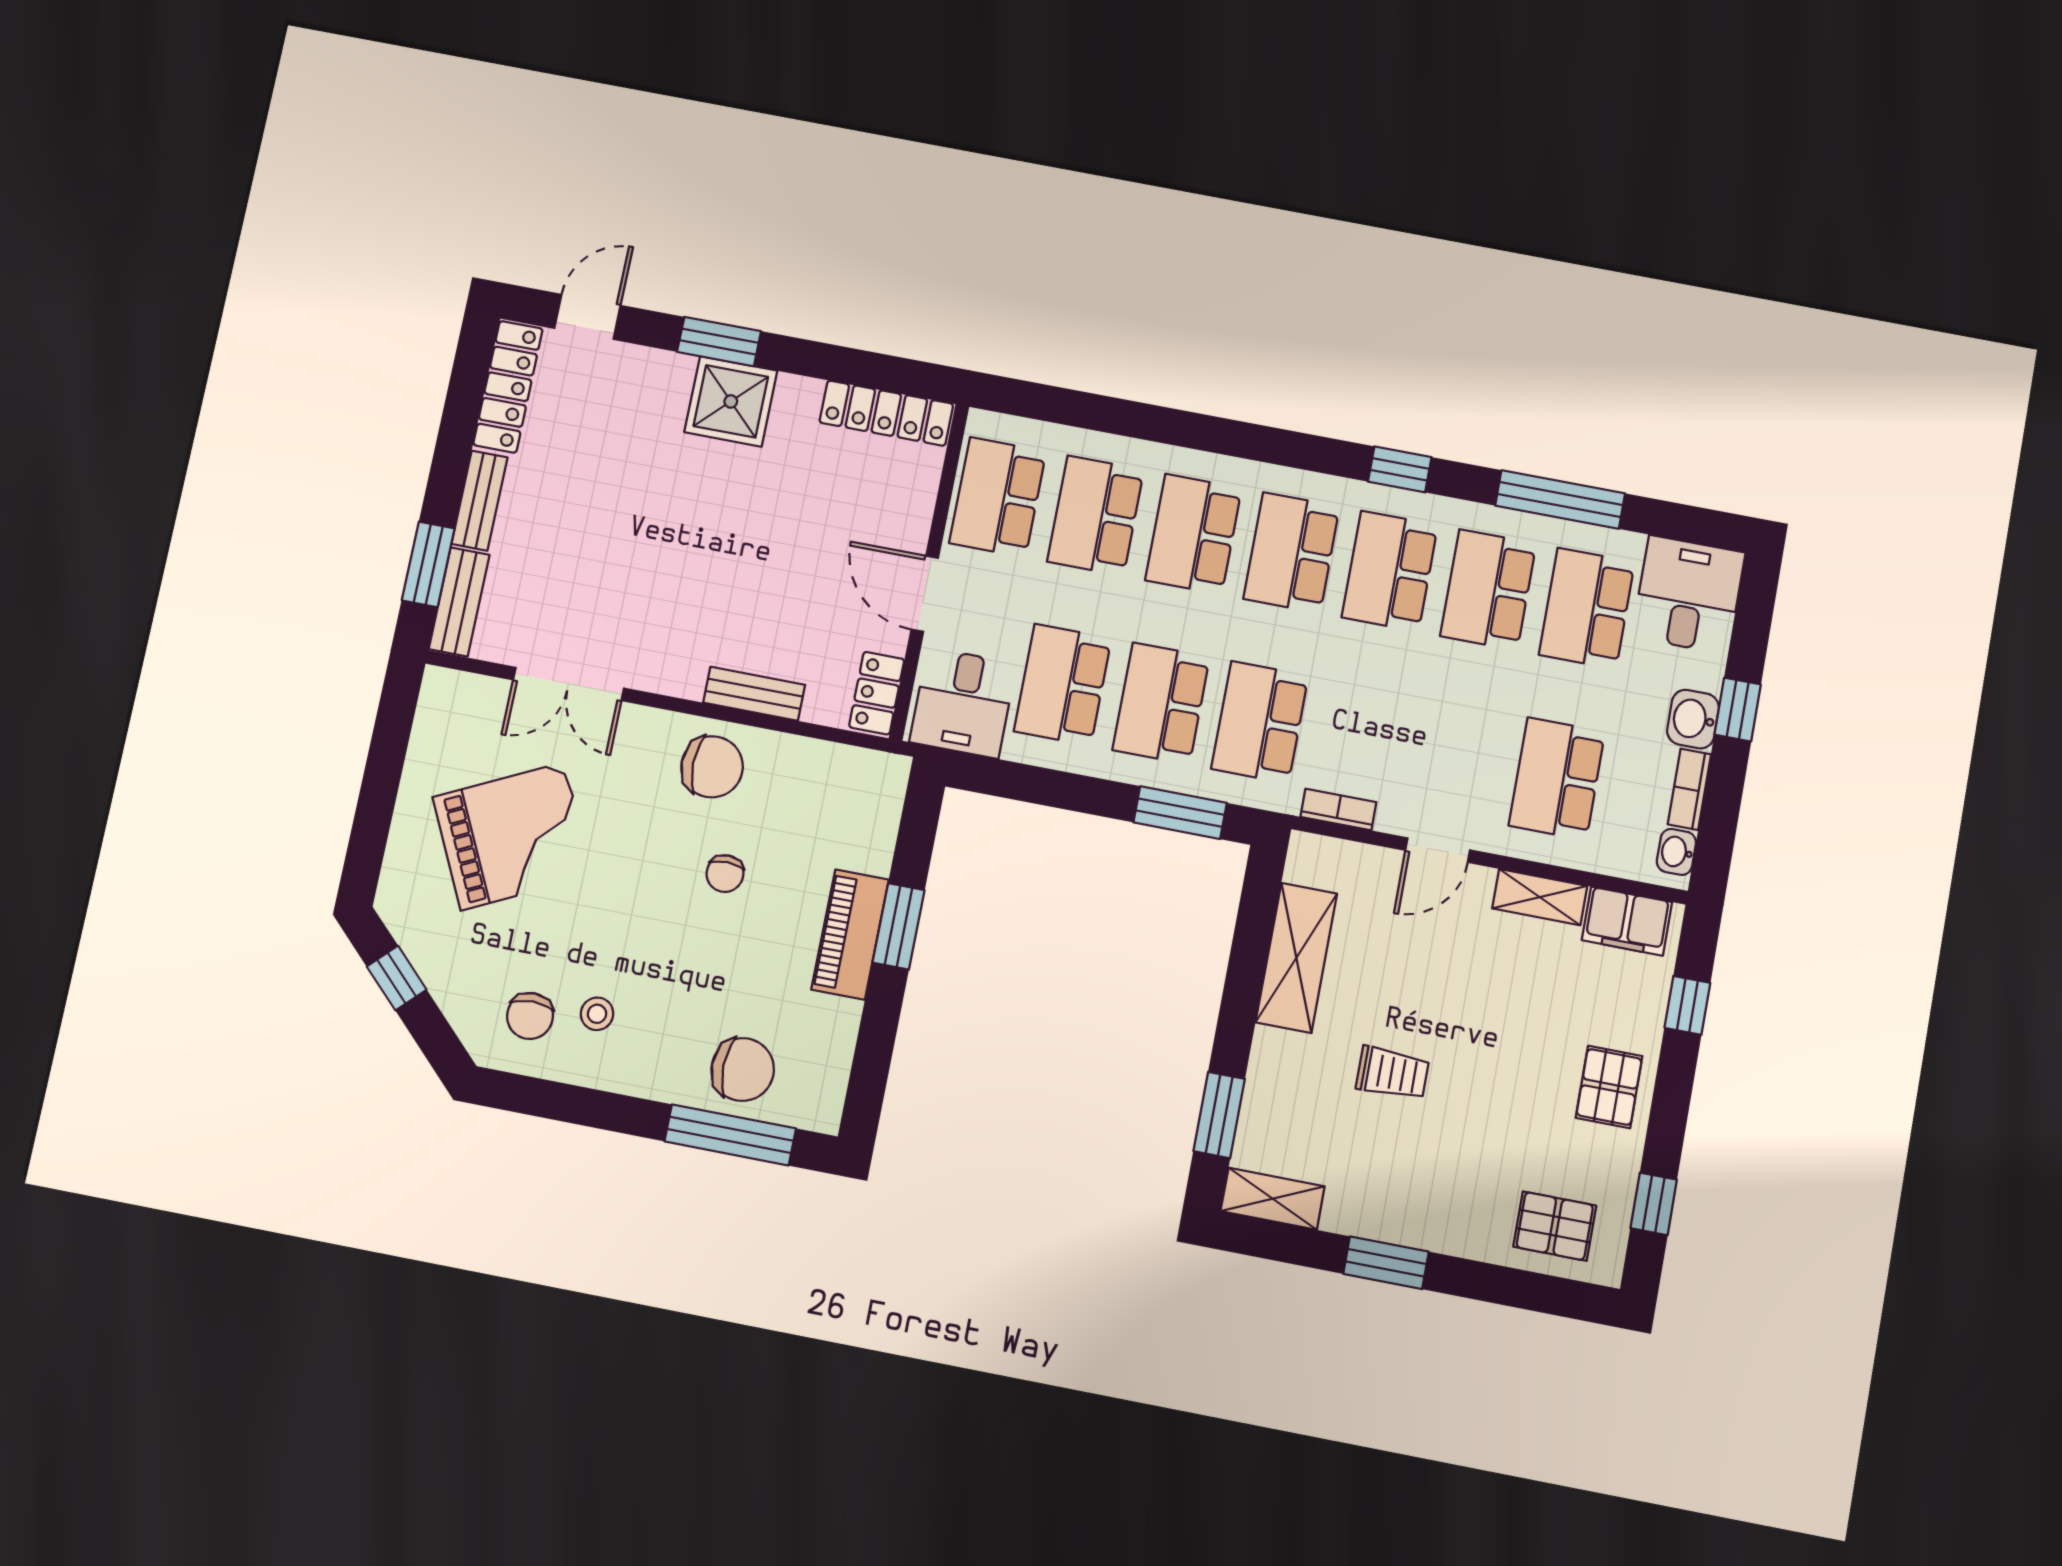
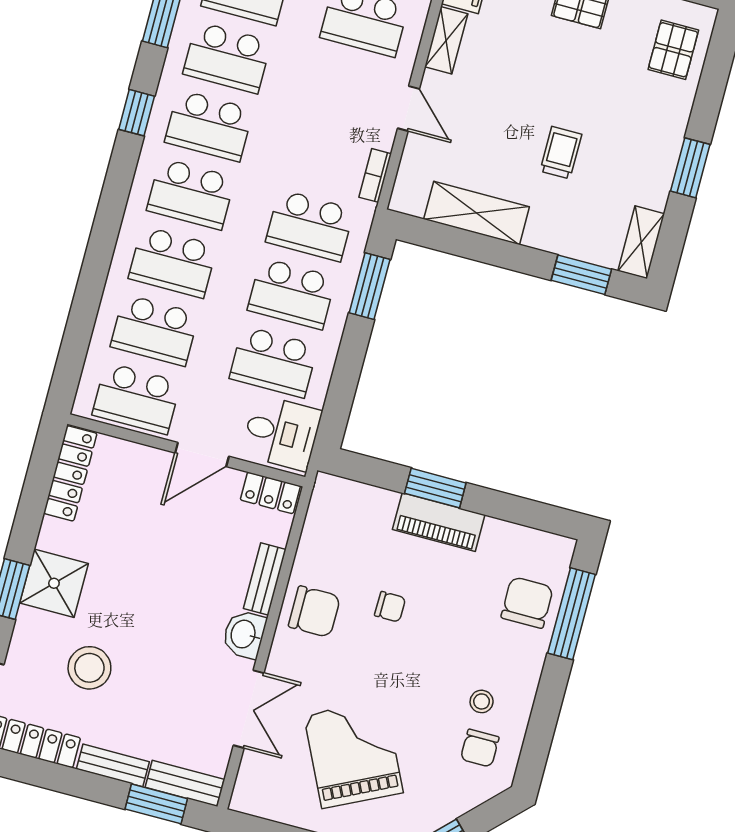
stool: (615, 459) -> (89, 668), added
washbasin: (674, 670) -> (244, 634), added
chair: (712, 767) -> (314, 612), turned 90
chair: (530, 1016) -> (480, 748), turned 90

